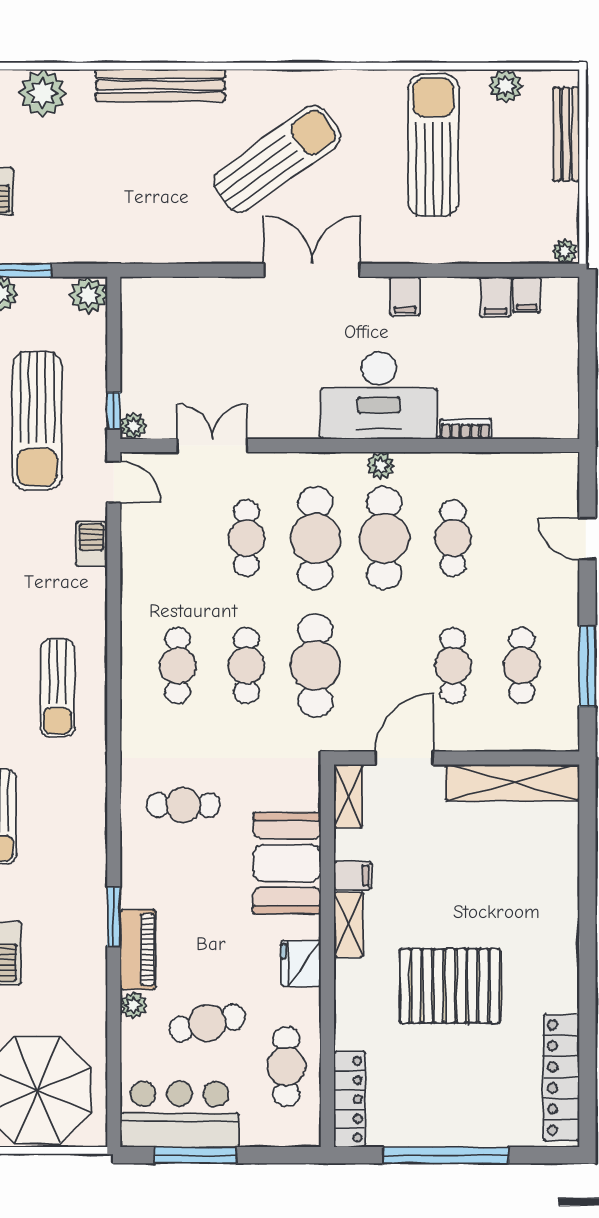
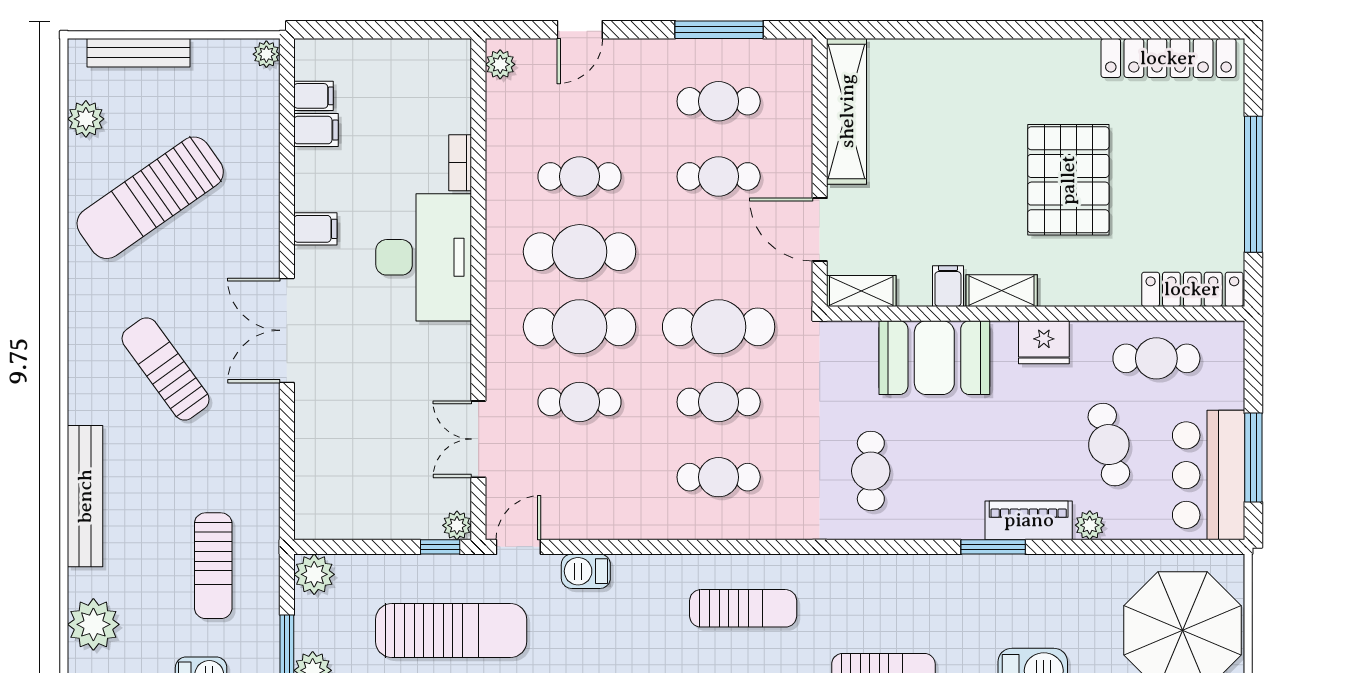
sun lounger: (433, 145) -> (150, 198), turned -35
sun lounger: (277, 159) -> (166, 369), width x0.73, depth x0.75
sun lounger: (97, 203) -> (213, 566), added
plant: (381, 466) -> (500, 64), moved

